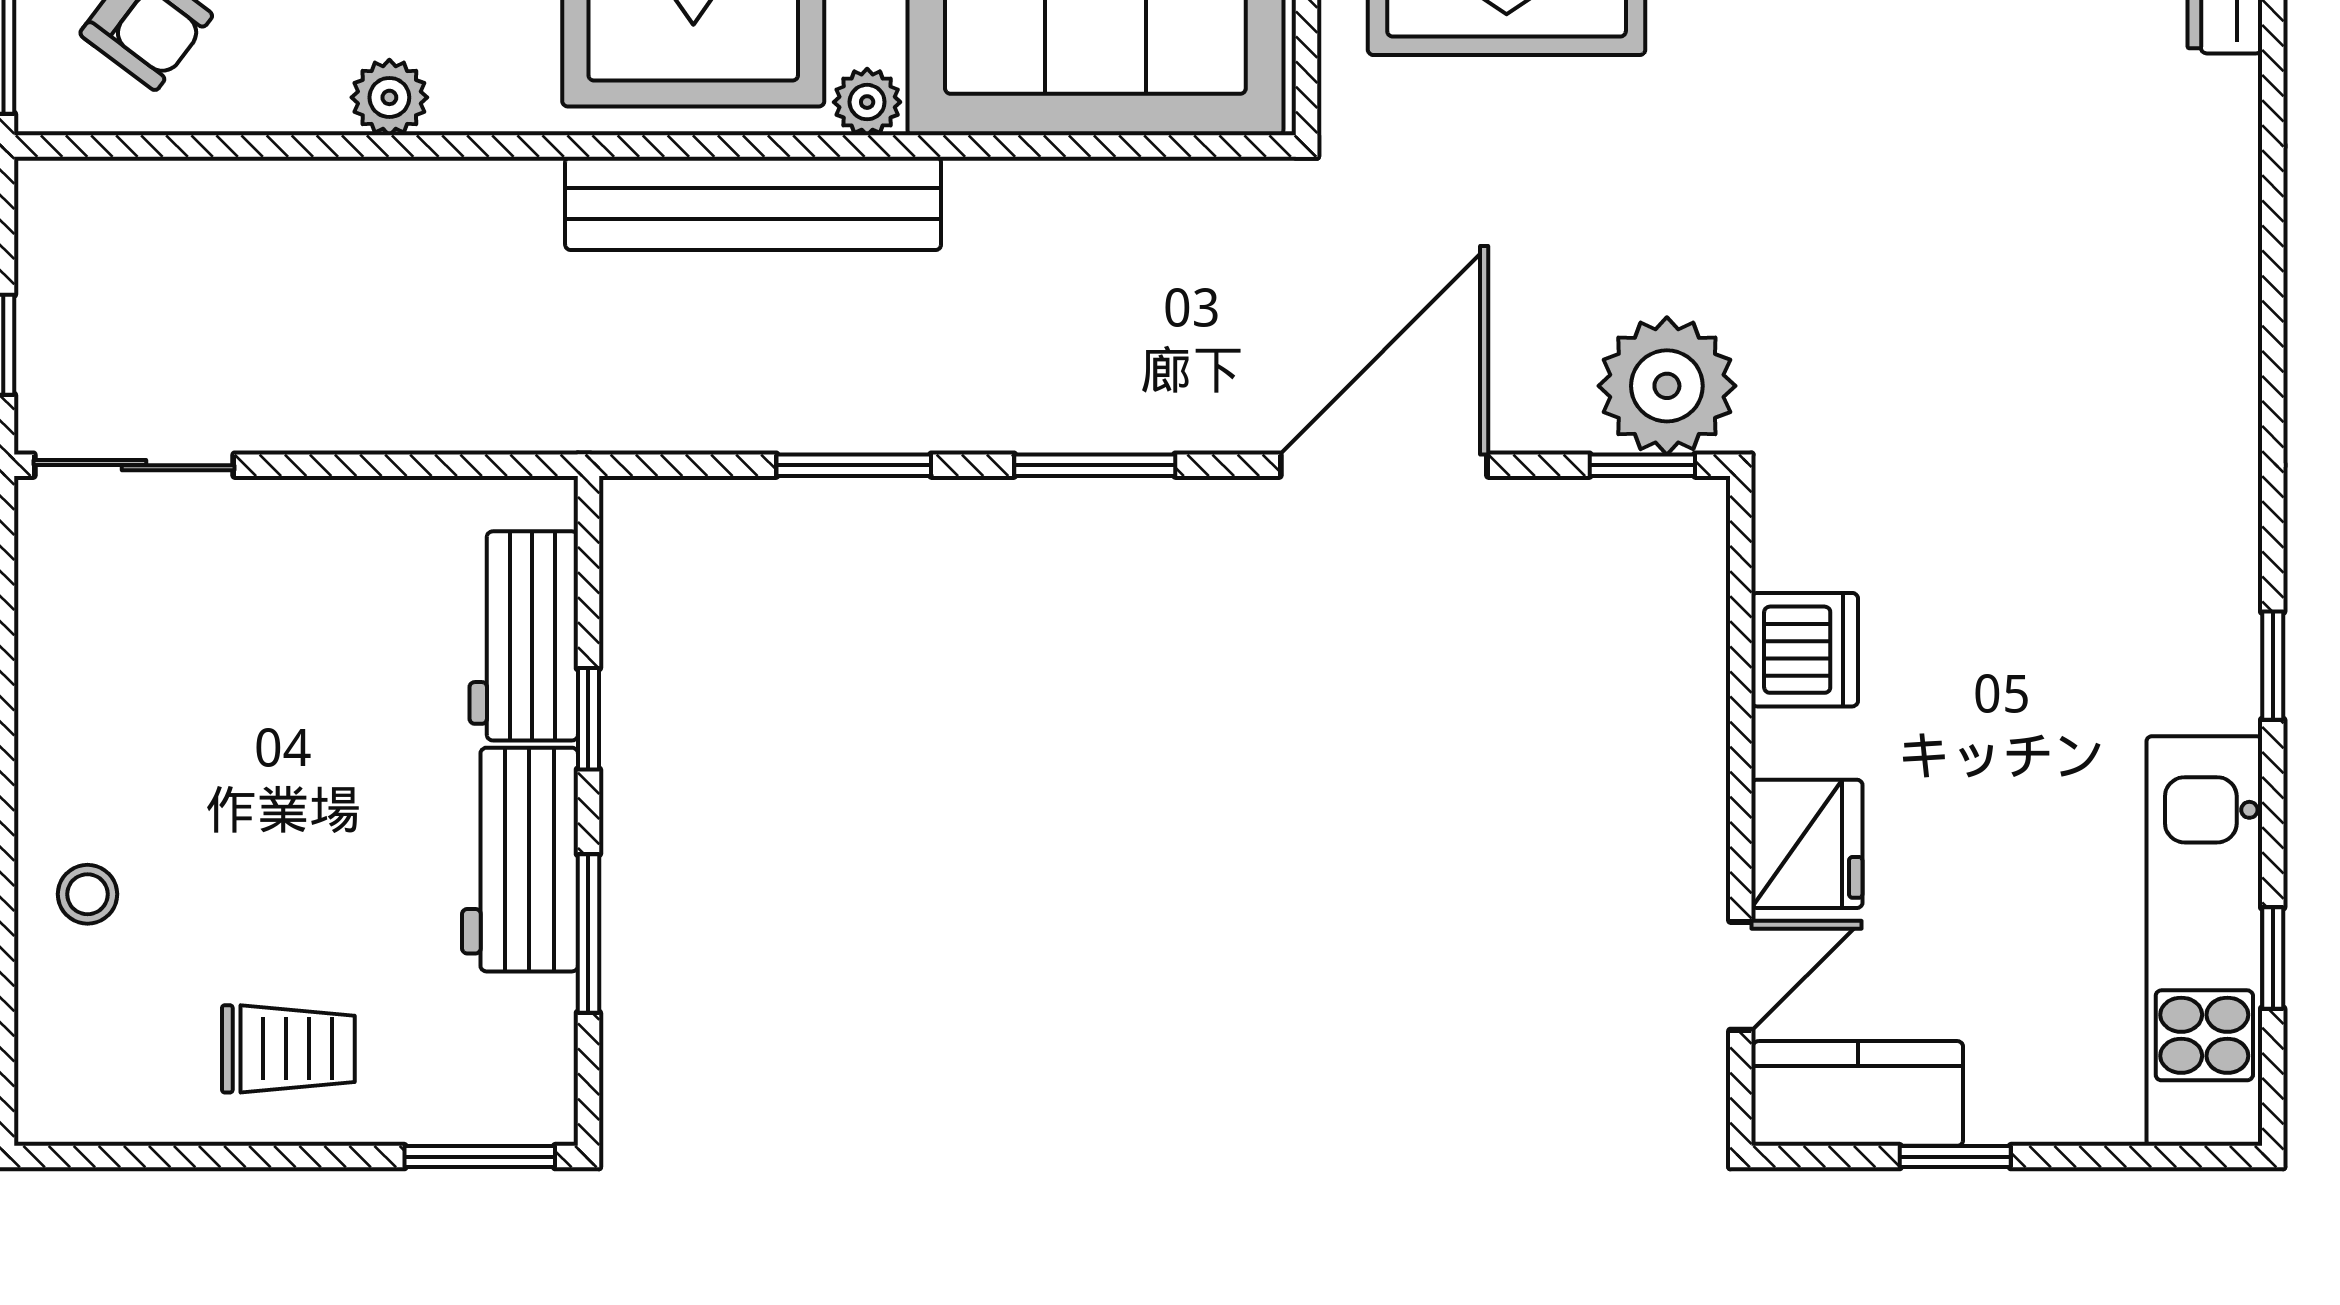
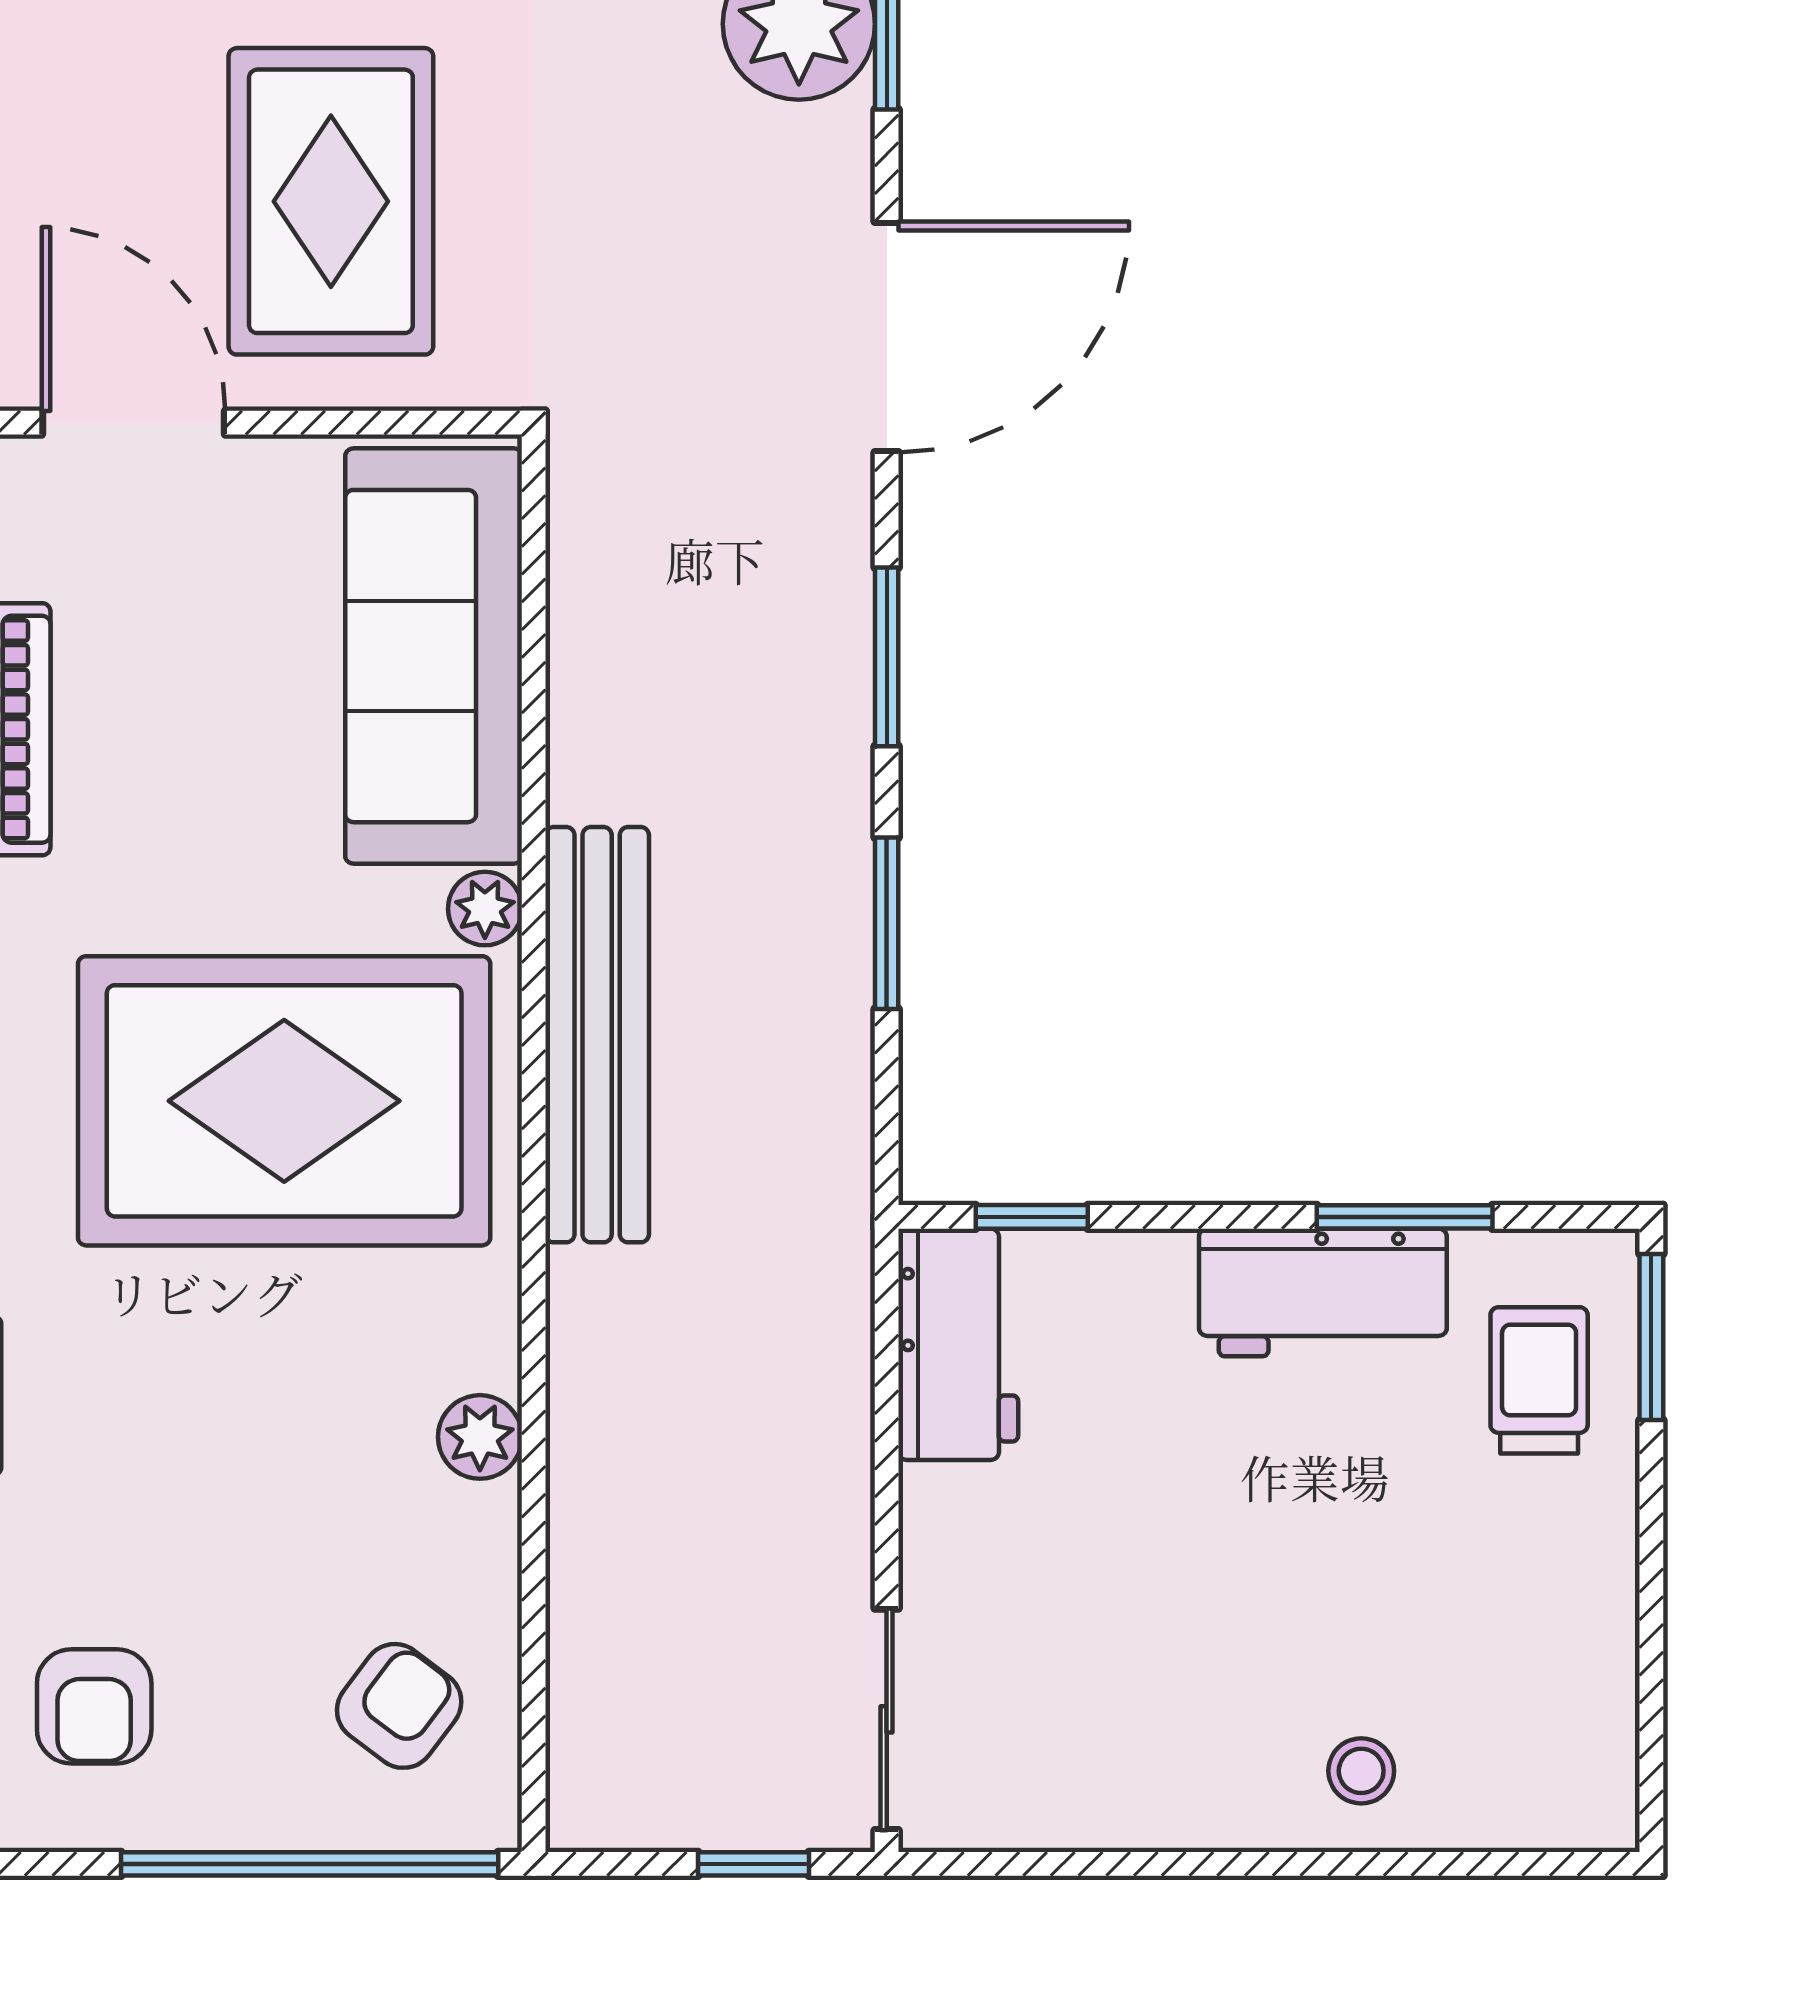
door: (1384, 465) -> (887, 337), swing flipped
workbench: (524, 636) -> (958, 1344), moved, turned -90
window: (588, 719) -> (1032, 1217), moved
trolley: (288, 1049) -> (1539, 1380), moved

